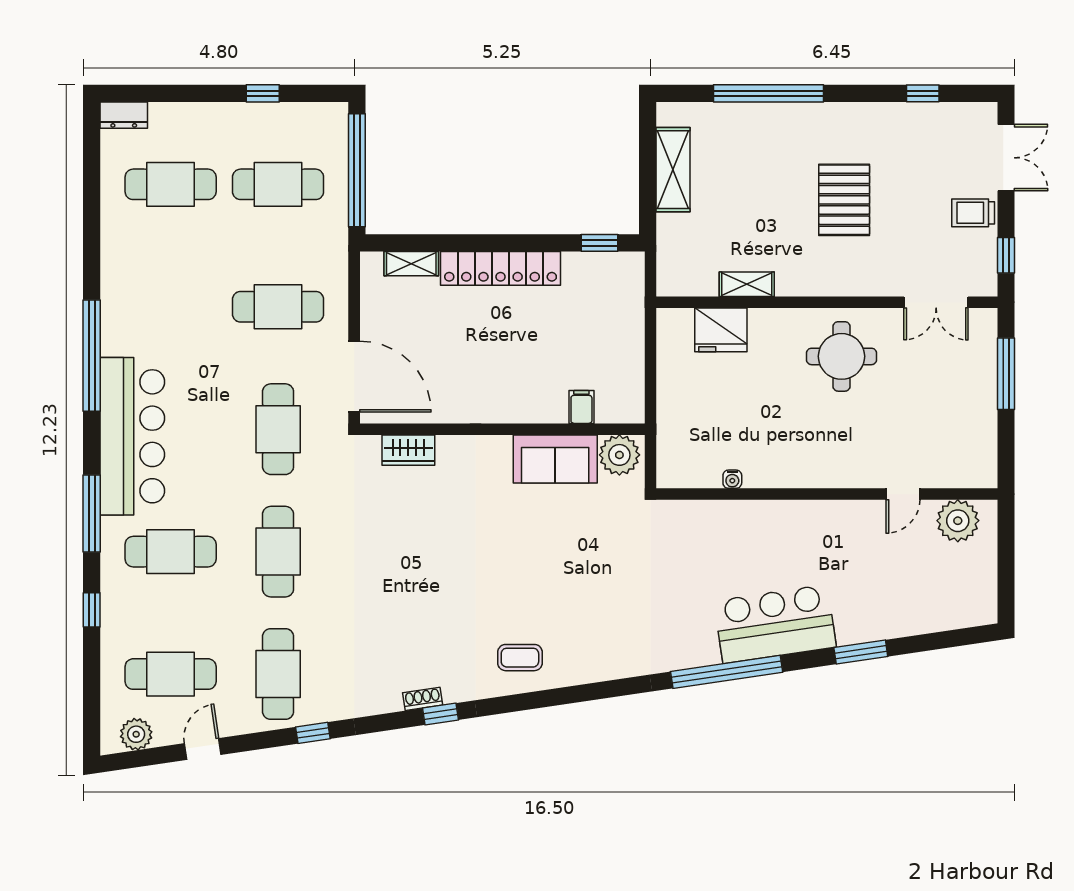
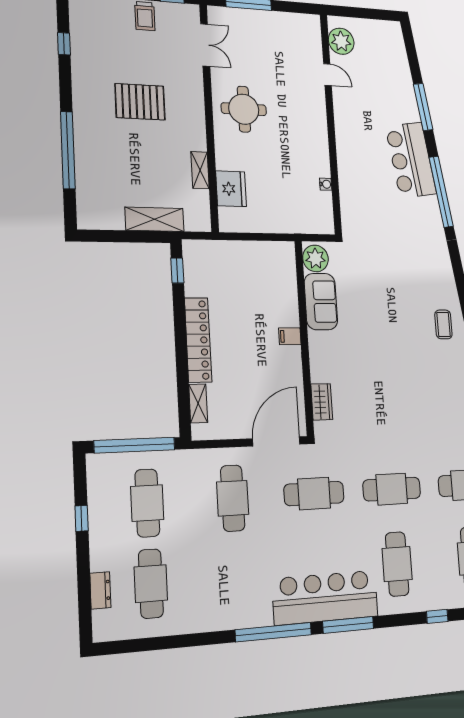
dresser: (124, 115) -> (100, 590), moved
shelving: (673, 170) -> (155, 219), moved
filing cabinet: (581, 407) -> (290, 336), moved
window: (92, 514) -> (348, 625), moved
window: (861, 652) -> (423, 107), width x1.44

